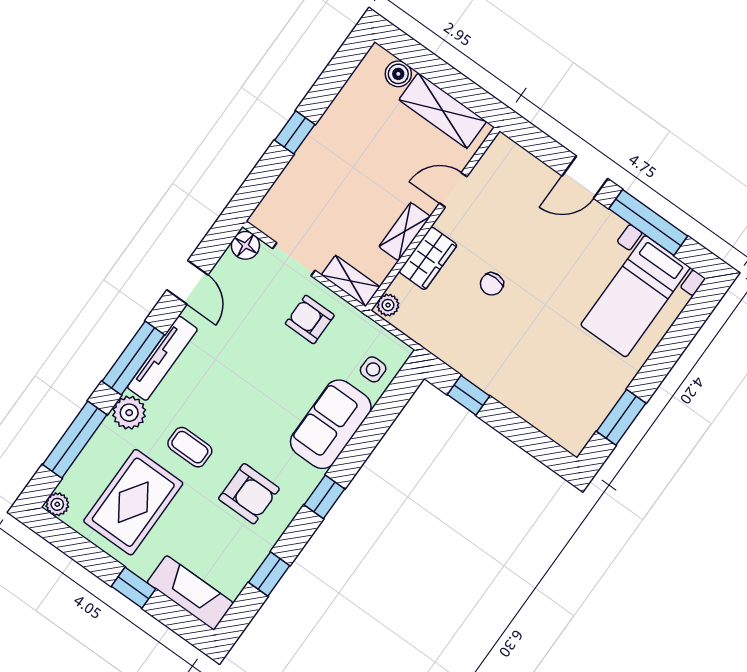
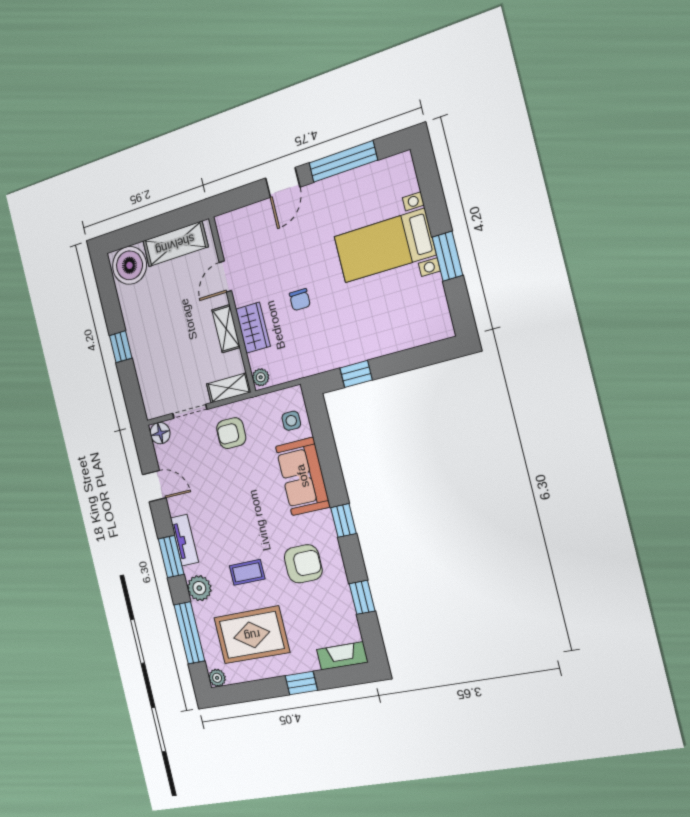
boiler: (398, 74) -> (129, 265), width x1.86, depth x1.86
bed with nightstands: (635, 296) -> (385, 246), moved, turned 90
window: (133, 358) -> (171, 557), width x0.69
tv unit: (162, 358) -> (184, 540), width x0.71
window: (621, 417) -> (447, 256), moved
rug: (133, 502) -> (252, 635), turned 90
fireplace: (190, 593) -> (342, 656), width x0.73, depth x0.76

